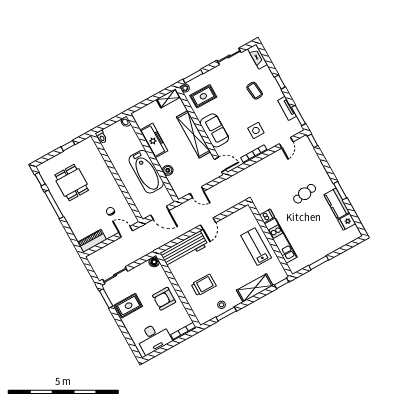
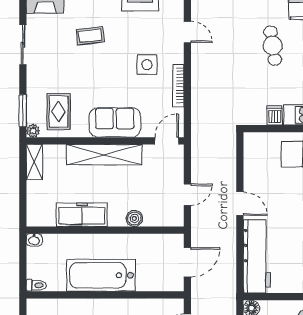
bathtub: (146, 172) -> (101, 275), moved, turned 180

